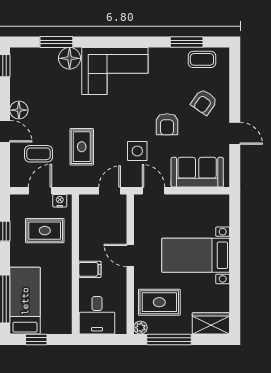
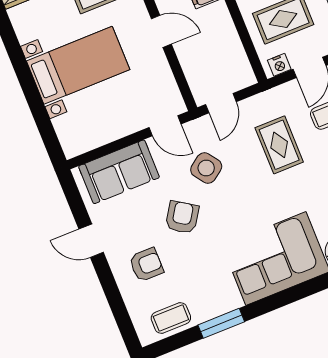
window: (187, 42) -> (221, 323), moved
armchair: (204, 102) -> (146, 265), turned 55
armchair: (167, 124) -> (182, 217), turned 33
side table: (137, 151) -> (206, 168), turned -36

